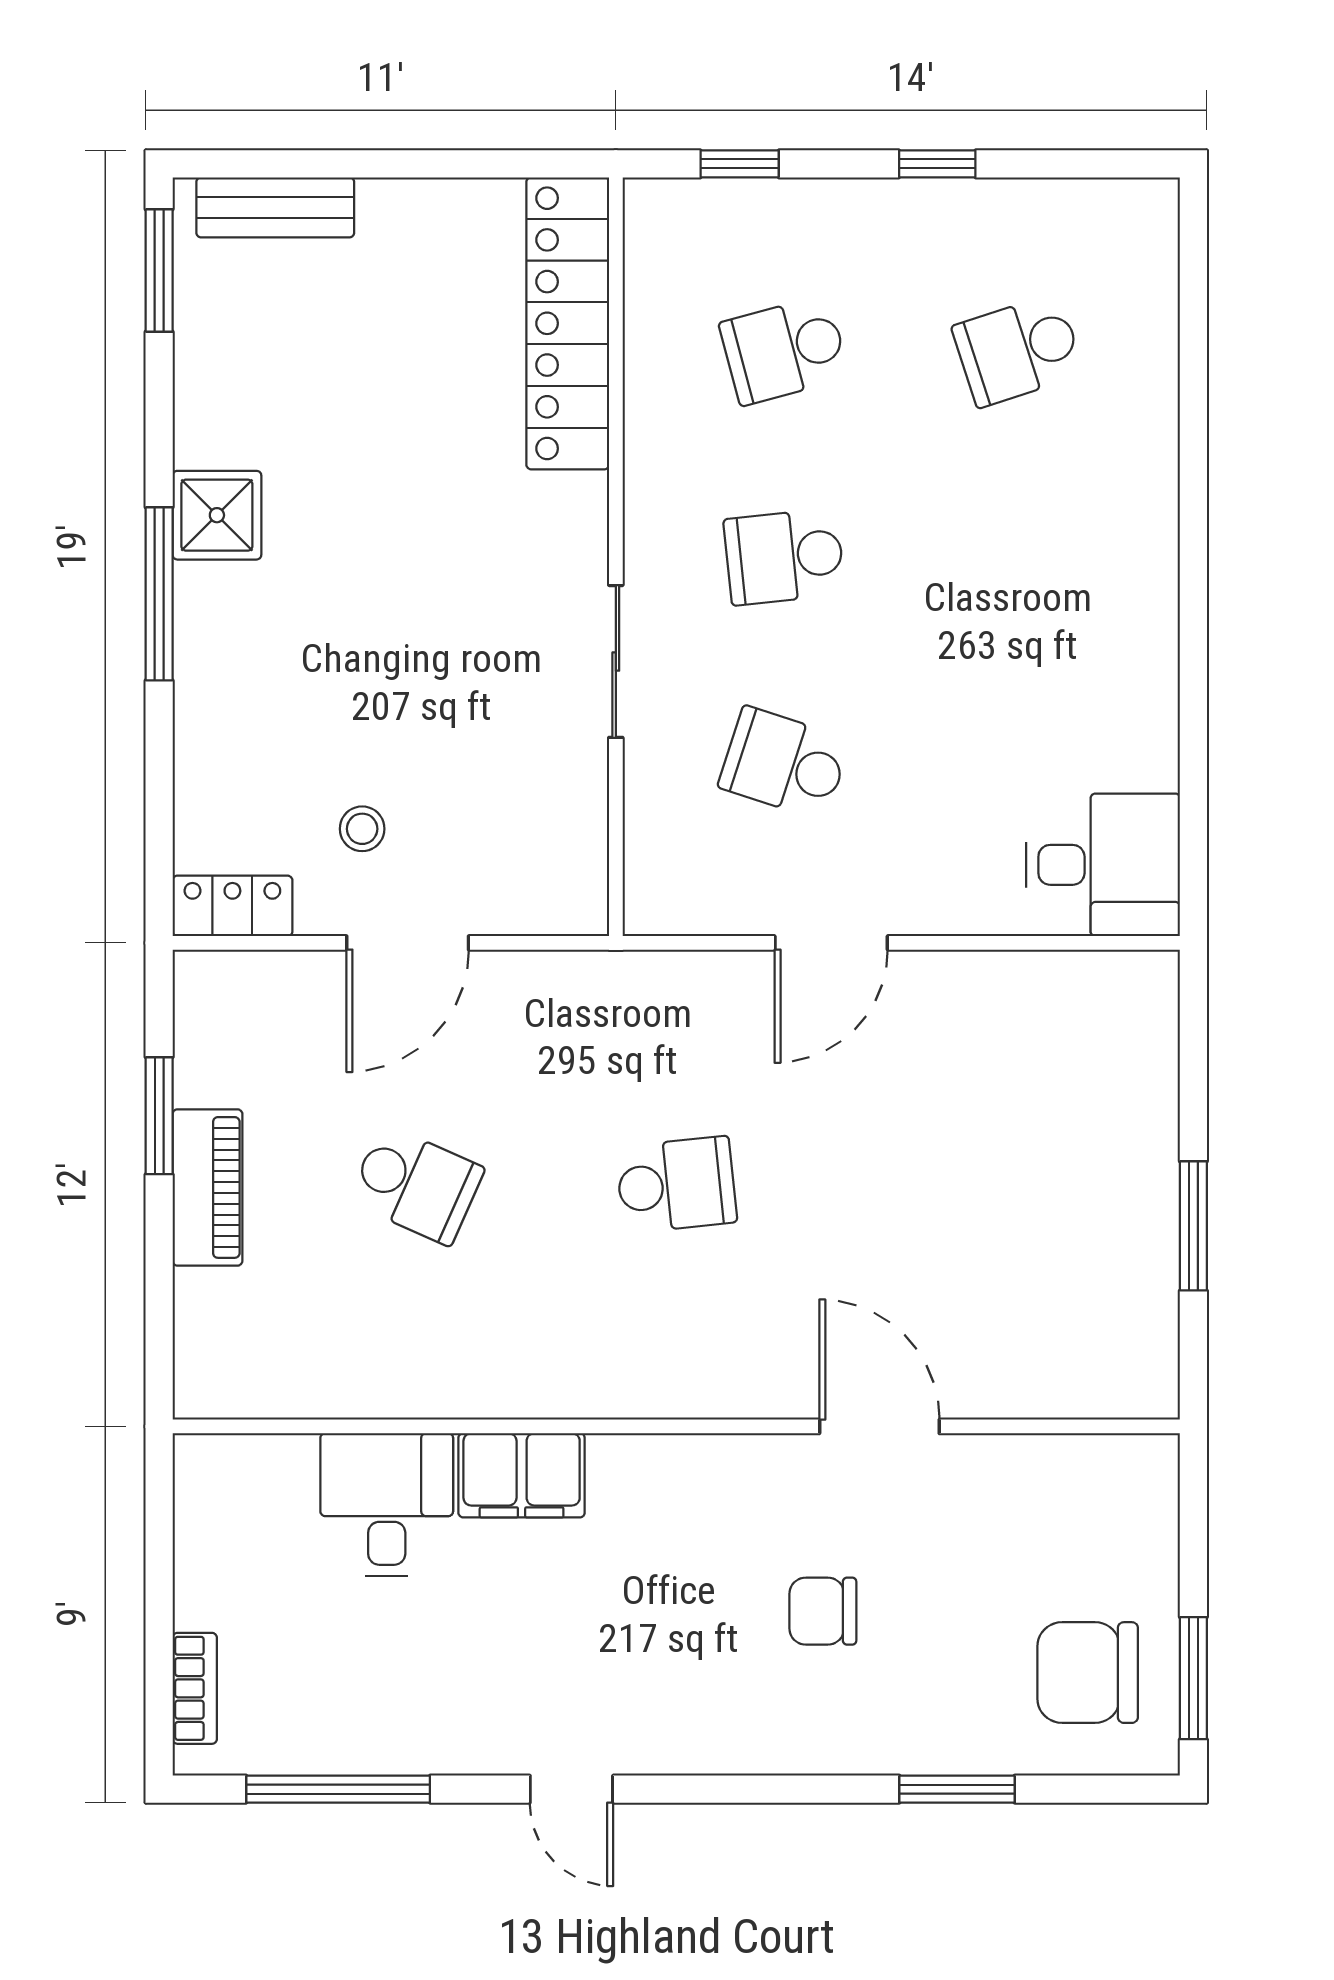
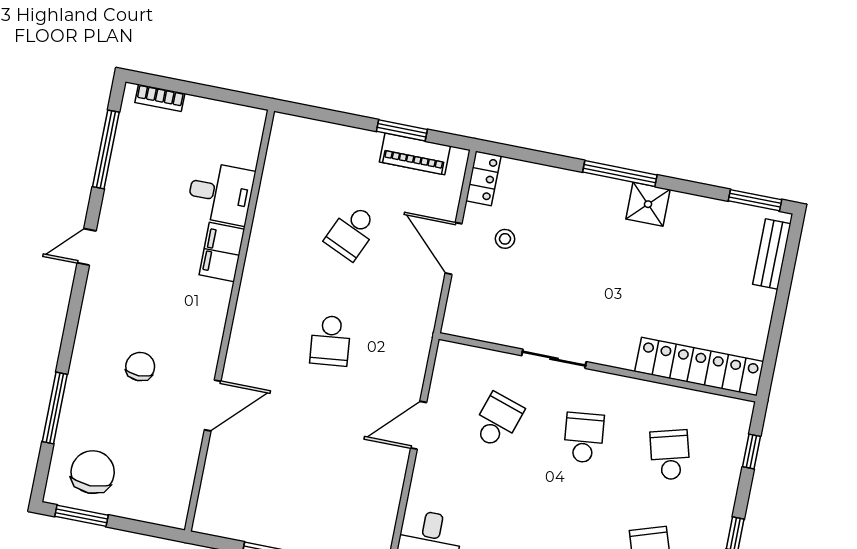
door: (831, 943) -> (419, 425), hinge flipped
piano: (207, 1187) -> (415, 154), moved
window: (957, 1789) -> (55, 408), width x1.44

